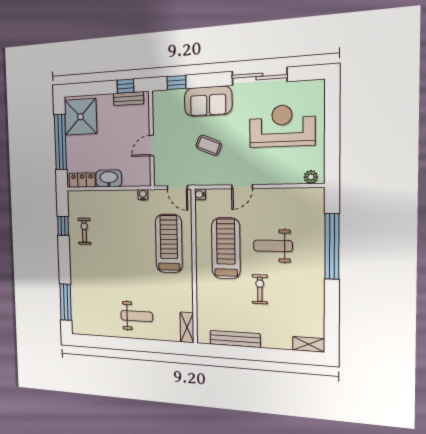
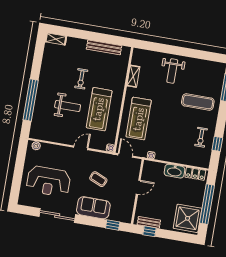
exercise mat: (97, 278) -> (198, 102), added
weight bench: (137, 316) -> (172, 71), turned -90
shelving: (187, 327) -> (133, 76), moved

